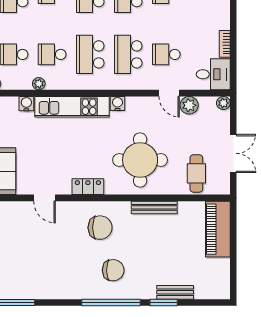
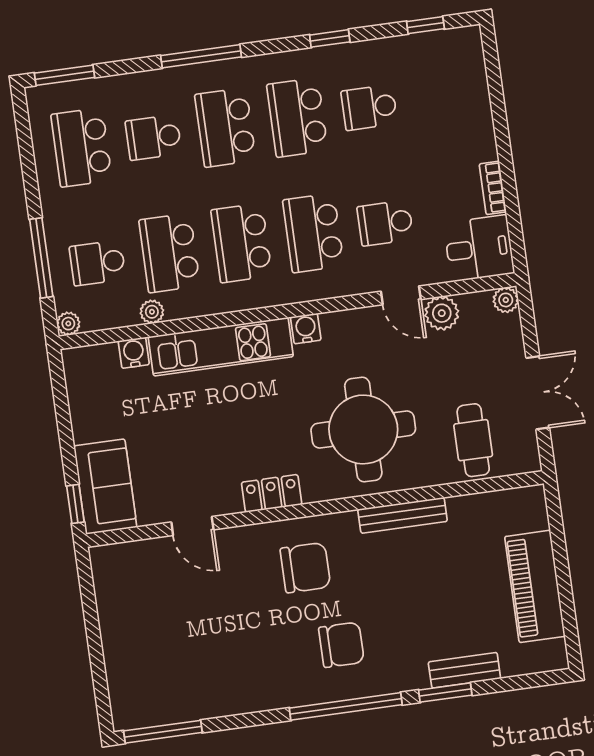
school desk: (52, 54) -> (169, 253), width x1.85
piano: (218, 229) -> (535, 586), moved

